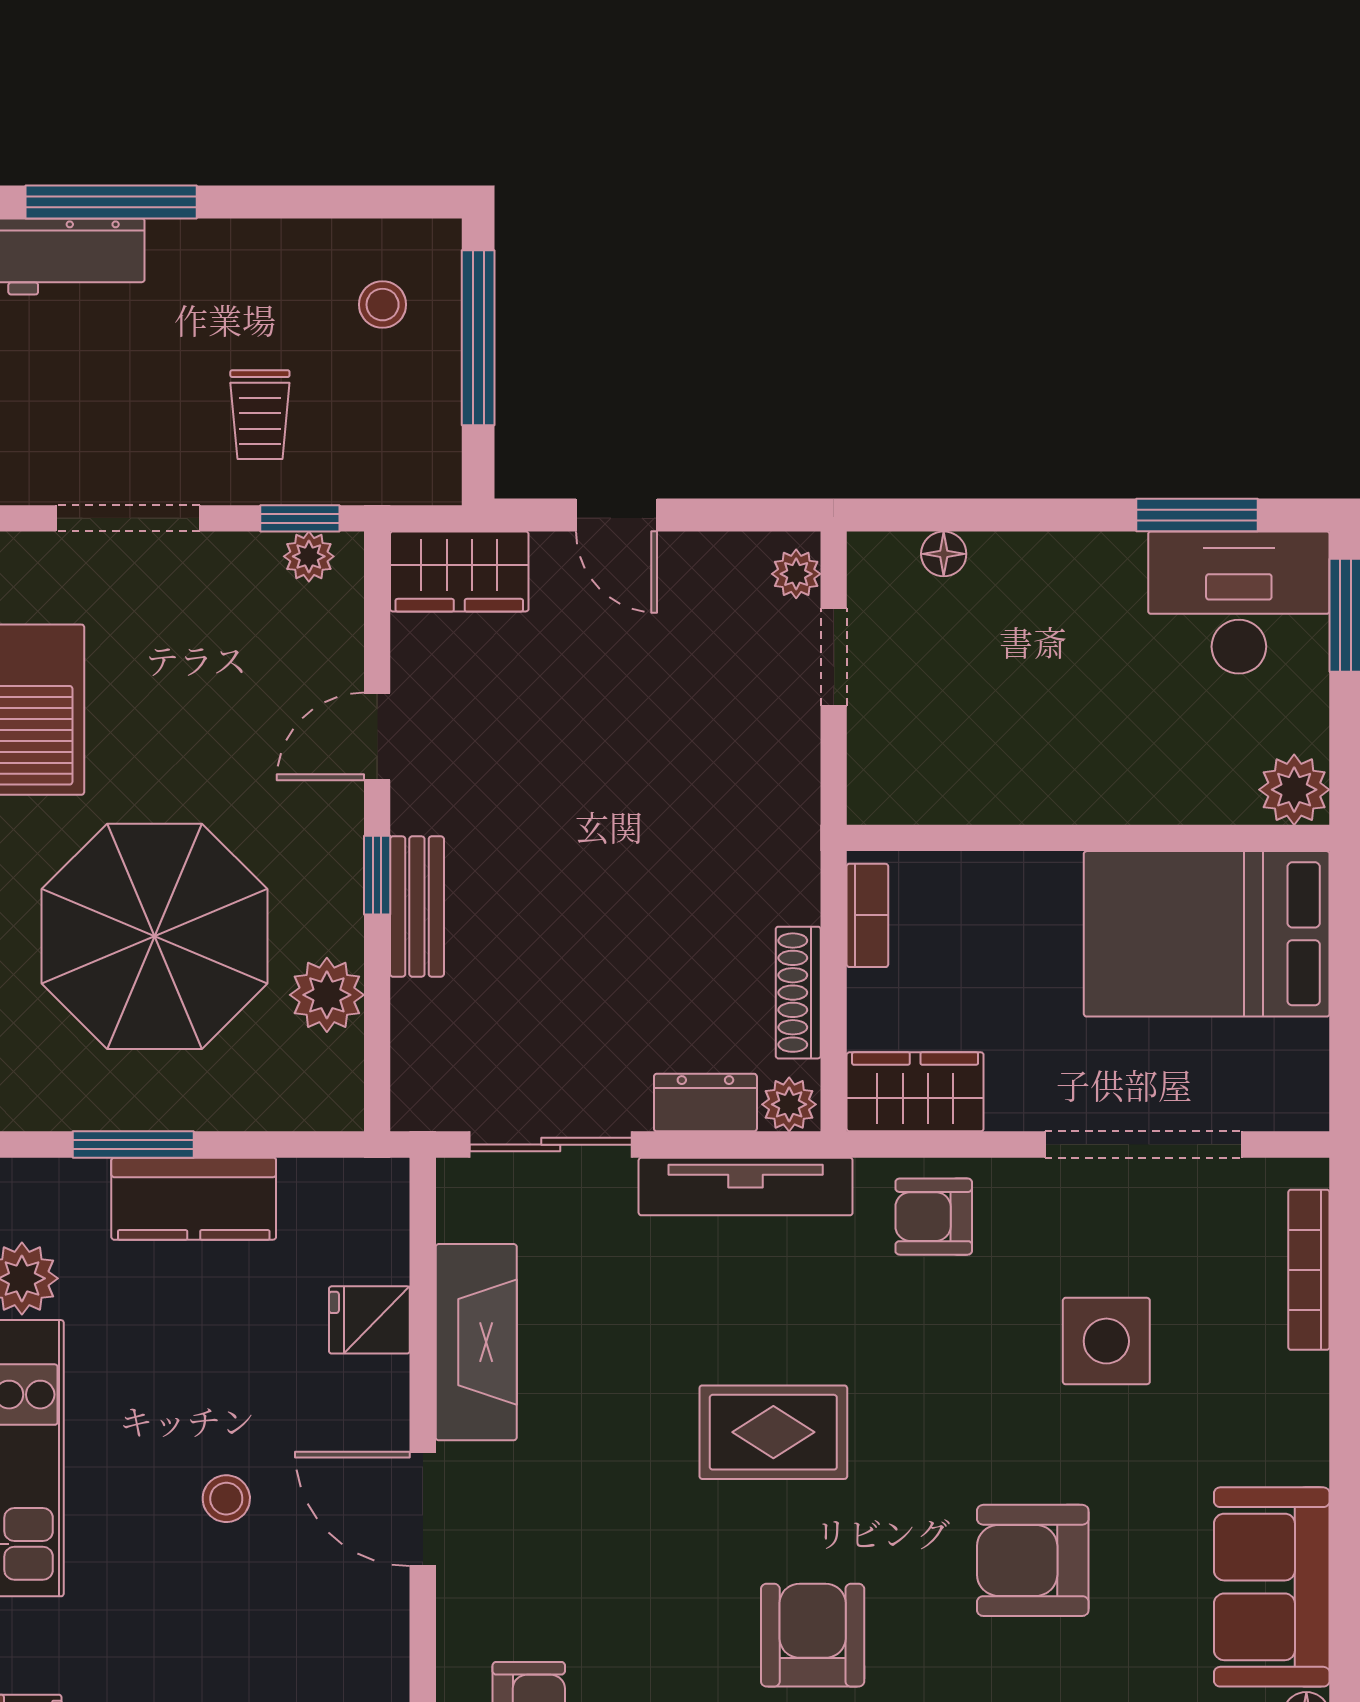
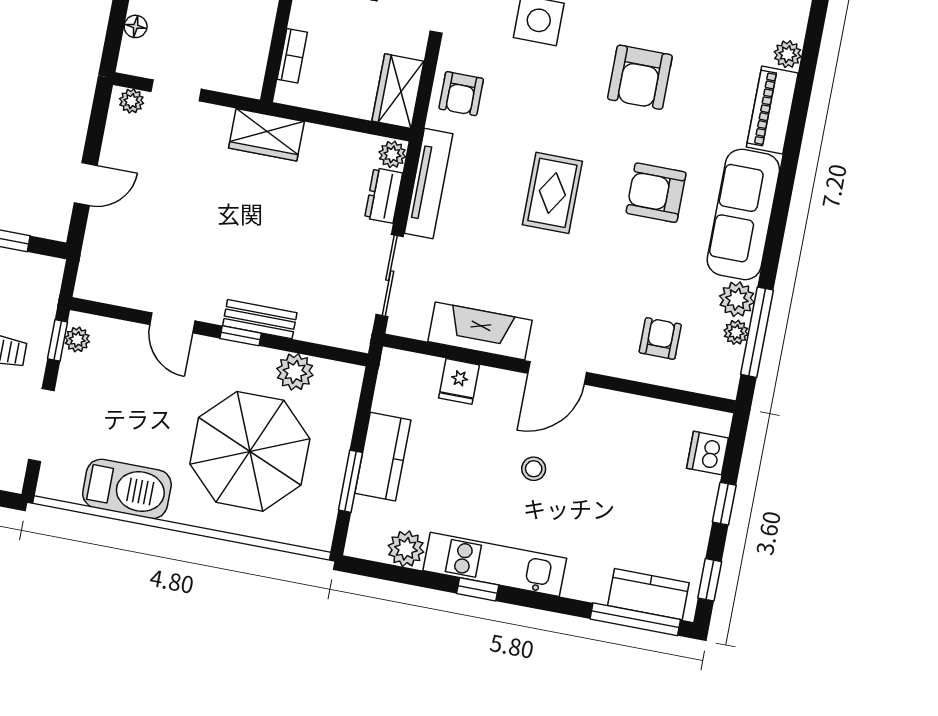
wardrobe: (459, 571) -> (266, 135), moved, turned 90
bookcase: (867, 915) -> (292, 56), moved, turned 90
shoe rack: (798, 993) -> (338, 139), removed

